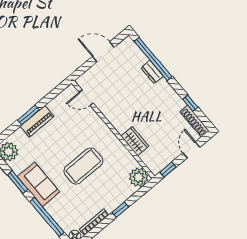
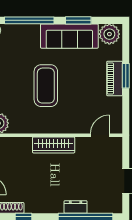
wardrobe: (135, 141) -> (54, 145), moved, width x1.50
sofa: (39, 184) -> (69, 36), width x1.36

